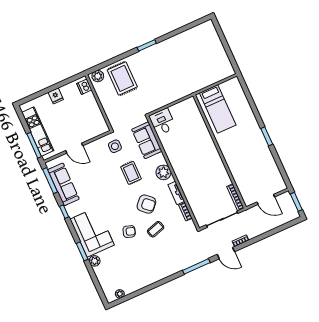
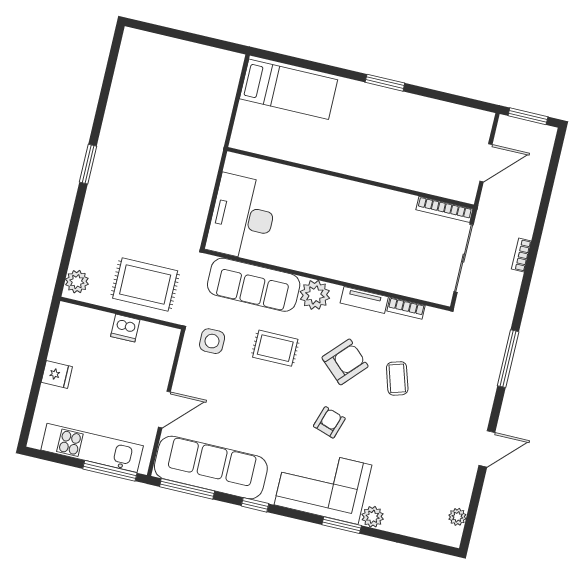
rug: (122, 78) -> (145, 284), moved
dishwasher: (84, 87) -> (125, 328), moved
bed: (218, 109) -> (289, 89), moved
desk: (162, 122) -> (242, 217), width x1.87, depth x1.30
sofa: (147, 140) -> (254, 285), width x1.36
sofa: (63, 184) -> (211, 467), width x1.36, depth x1.27
armchair: (129, 232) -> (329, 422), moved
door: (226, 253) -> (487, 449), moved

